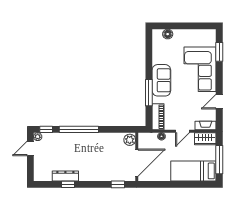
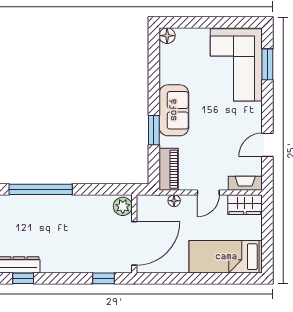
floor lamp: (168, 34) -> (167, 36), moved
corner sofa: (200, 69) -> (236, 65), moved
window: (149, 93) -> (154, 130), width x0.69
window: (219, 160) -> (267, 238), removed

